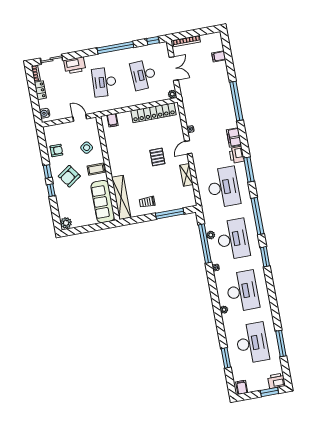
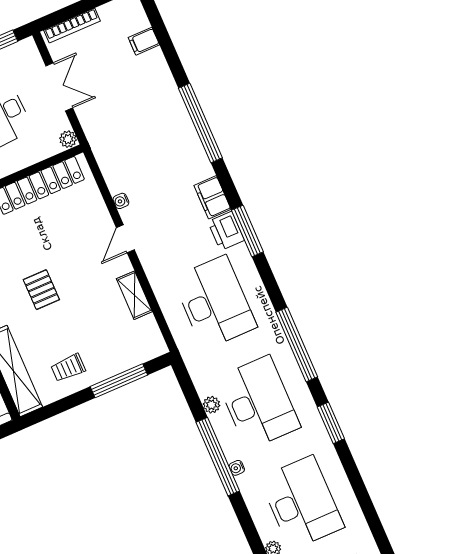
pallet: (157, 157) -> (41, 290), moved
window: (249, 170) -> (247, 231), moved
window: (205, 244) -> (218, 457), moved

